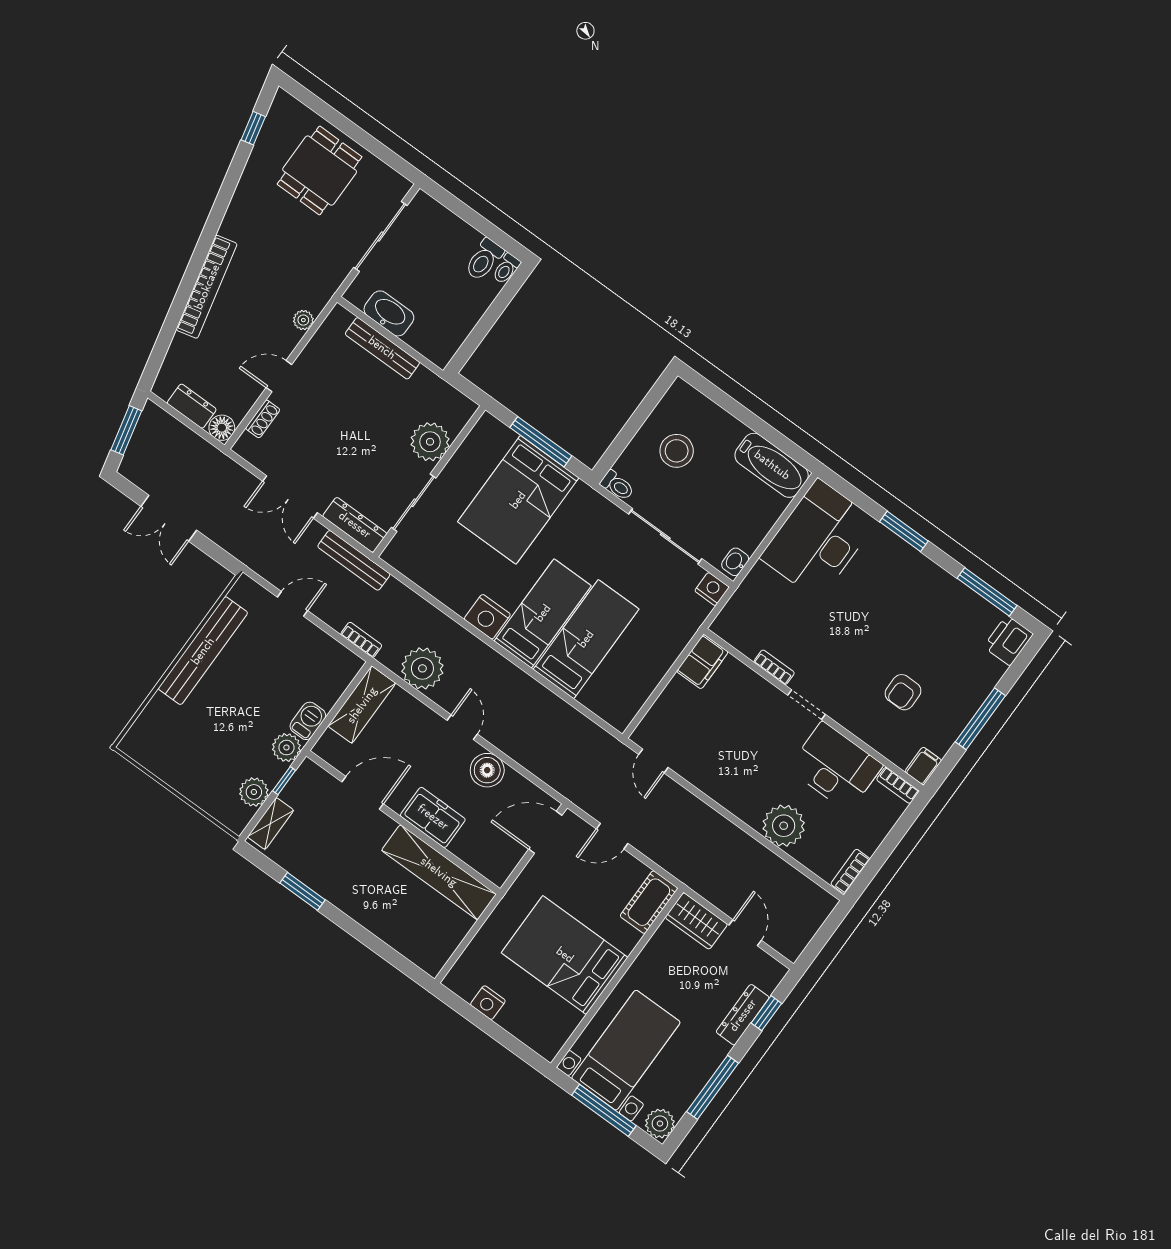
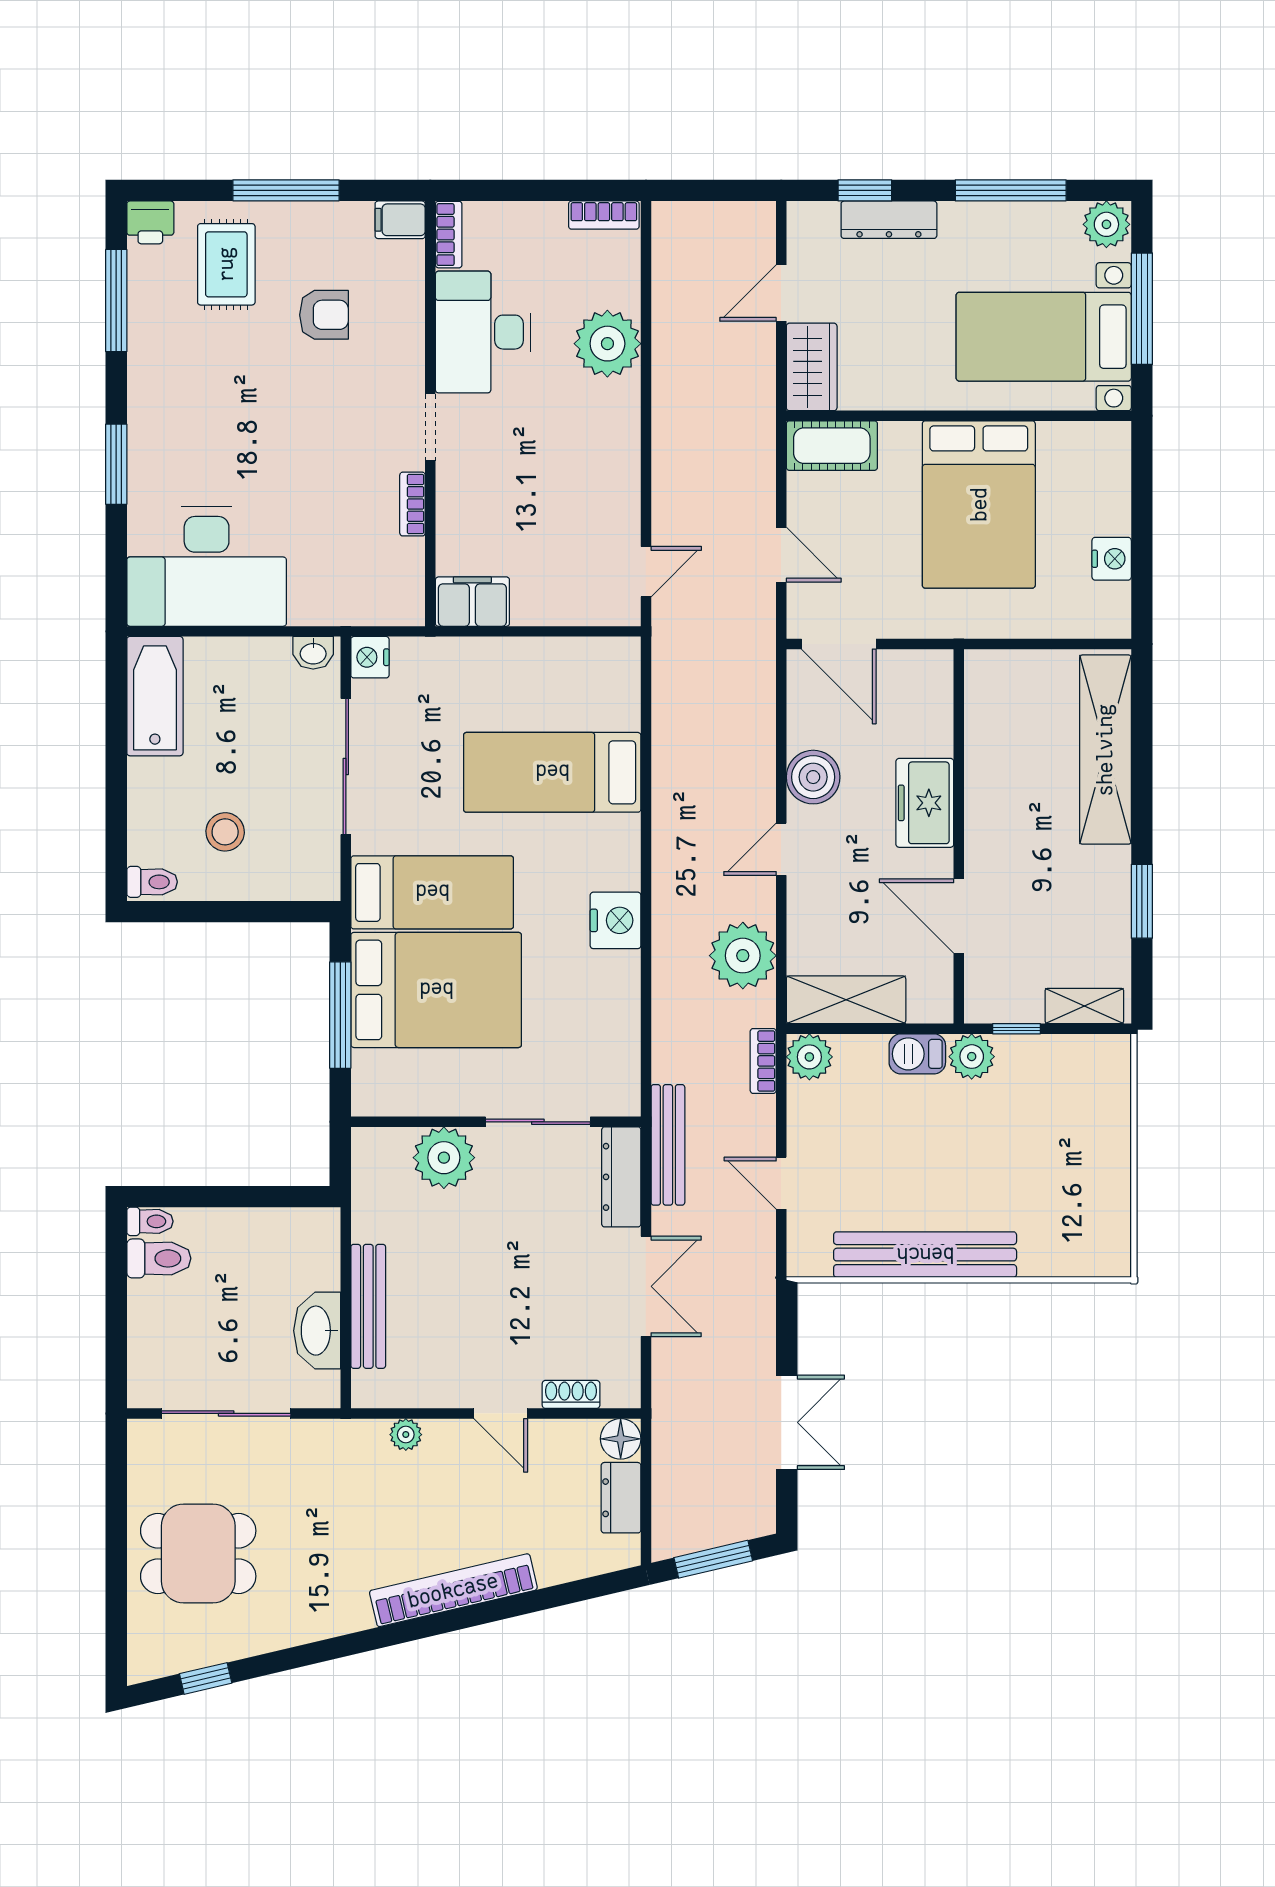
stool: (677, 451) -> (225, 832), width x0.73, depth x0.73
toilet: (617, 485) -> (152, 882), moved, turned 90
bed: (543, 613) -> (432, 892), moved, turned 180
printer: (1008, 640) -> (150, 222), width x0.73, depth x0.81
rug: (965, 661) -> (226, 264), added
plant: (254, 792) -> (809, 1057), moved
shelving: (439, 872) -> (1105, 750), moved

